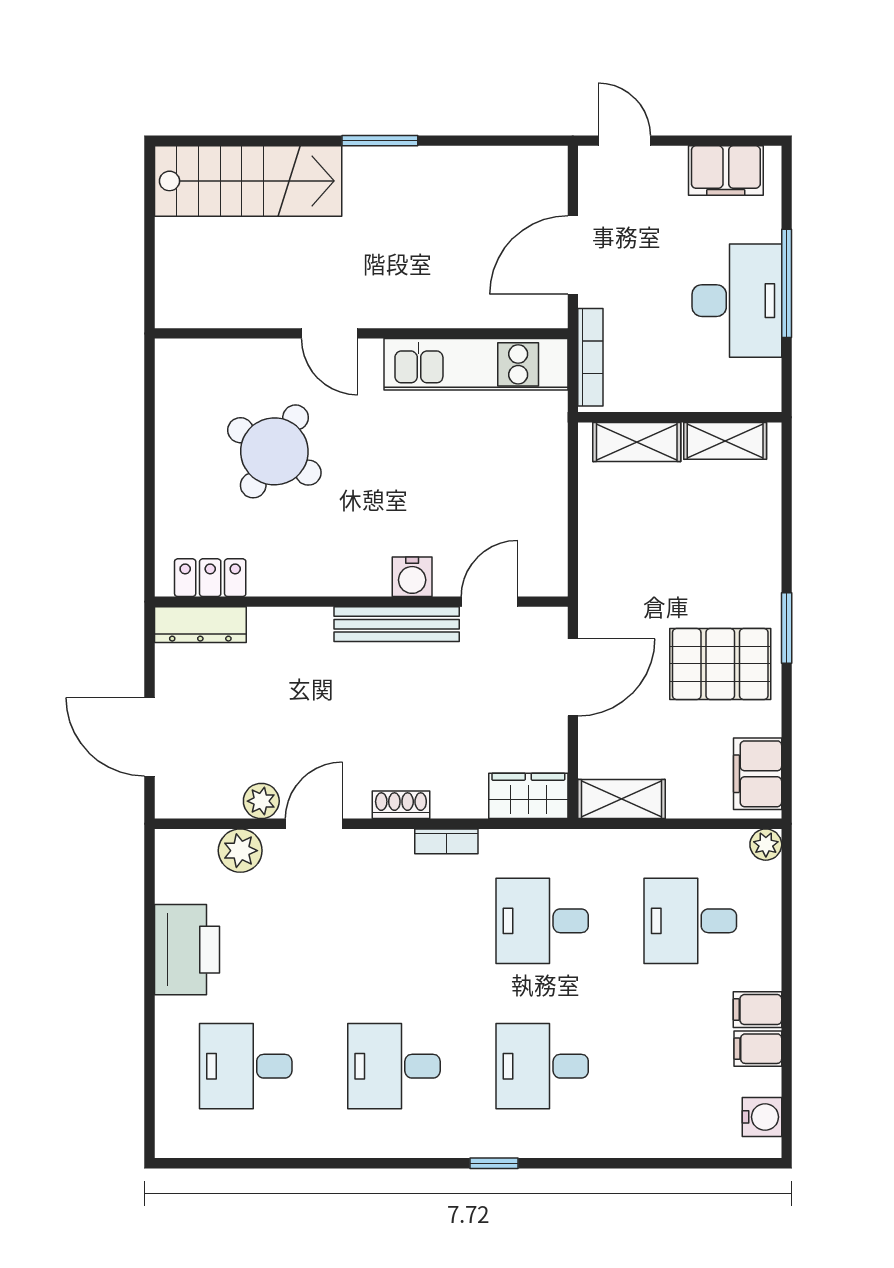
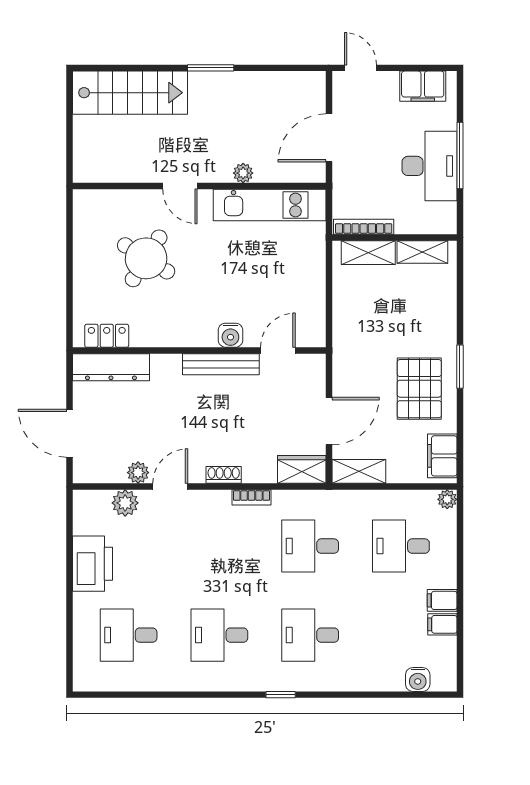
plant: (433, 312) -> (243, 173), added
bookcase: (590, 357) -> (364, 227), moved, turned -90
dresser: (200, 625) -> (111, 367), width x1.37, depth x1.24
pallet: (720, 664) -> (419, 389), turned 90
door: (573, 677) -> (329, 421), moved
water cooler: (762, 1117) -> (418, 679), moved, turned 90

